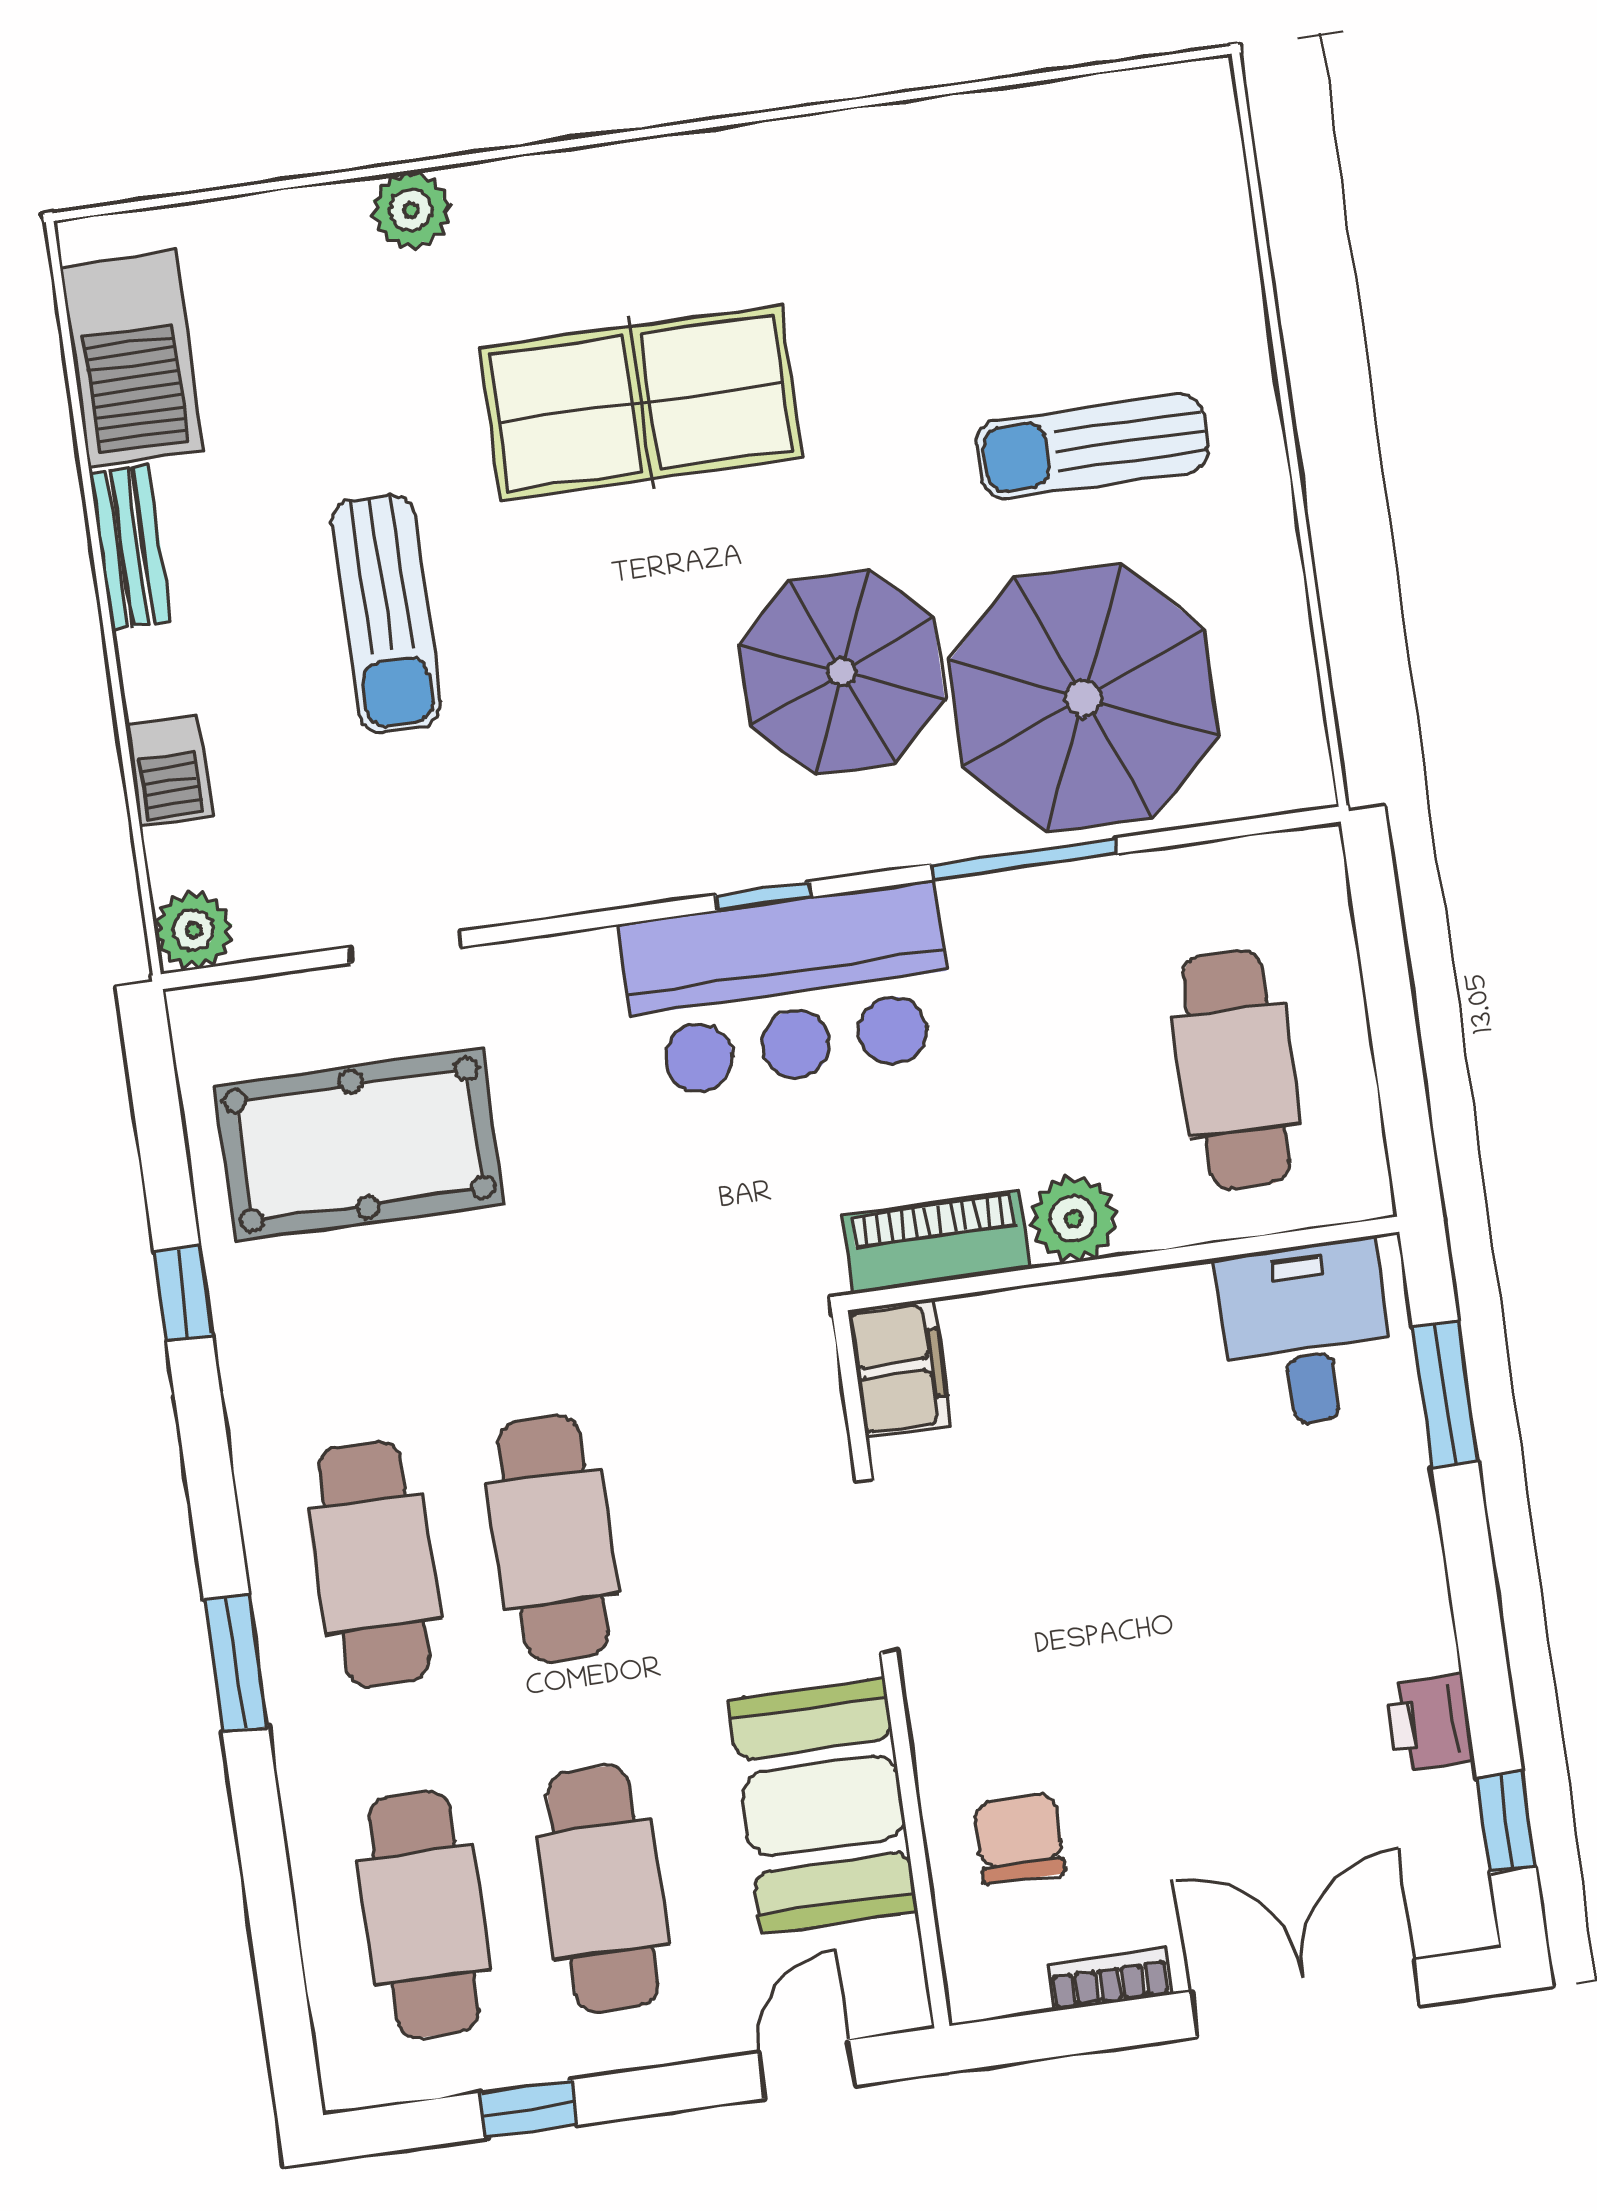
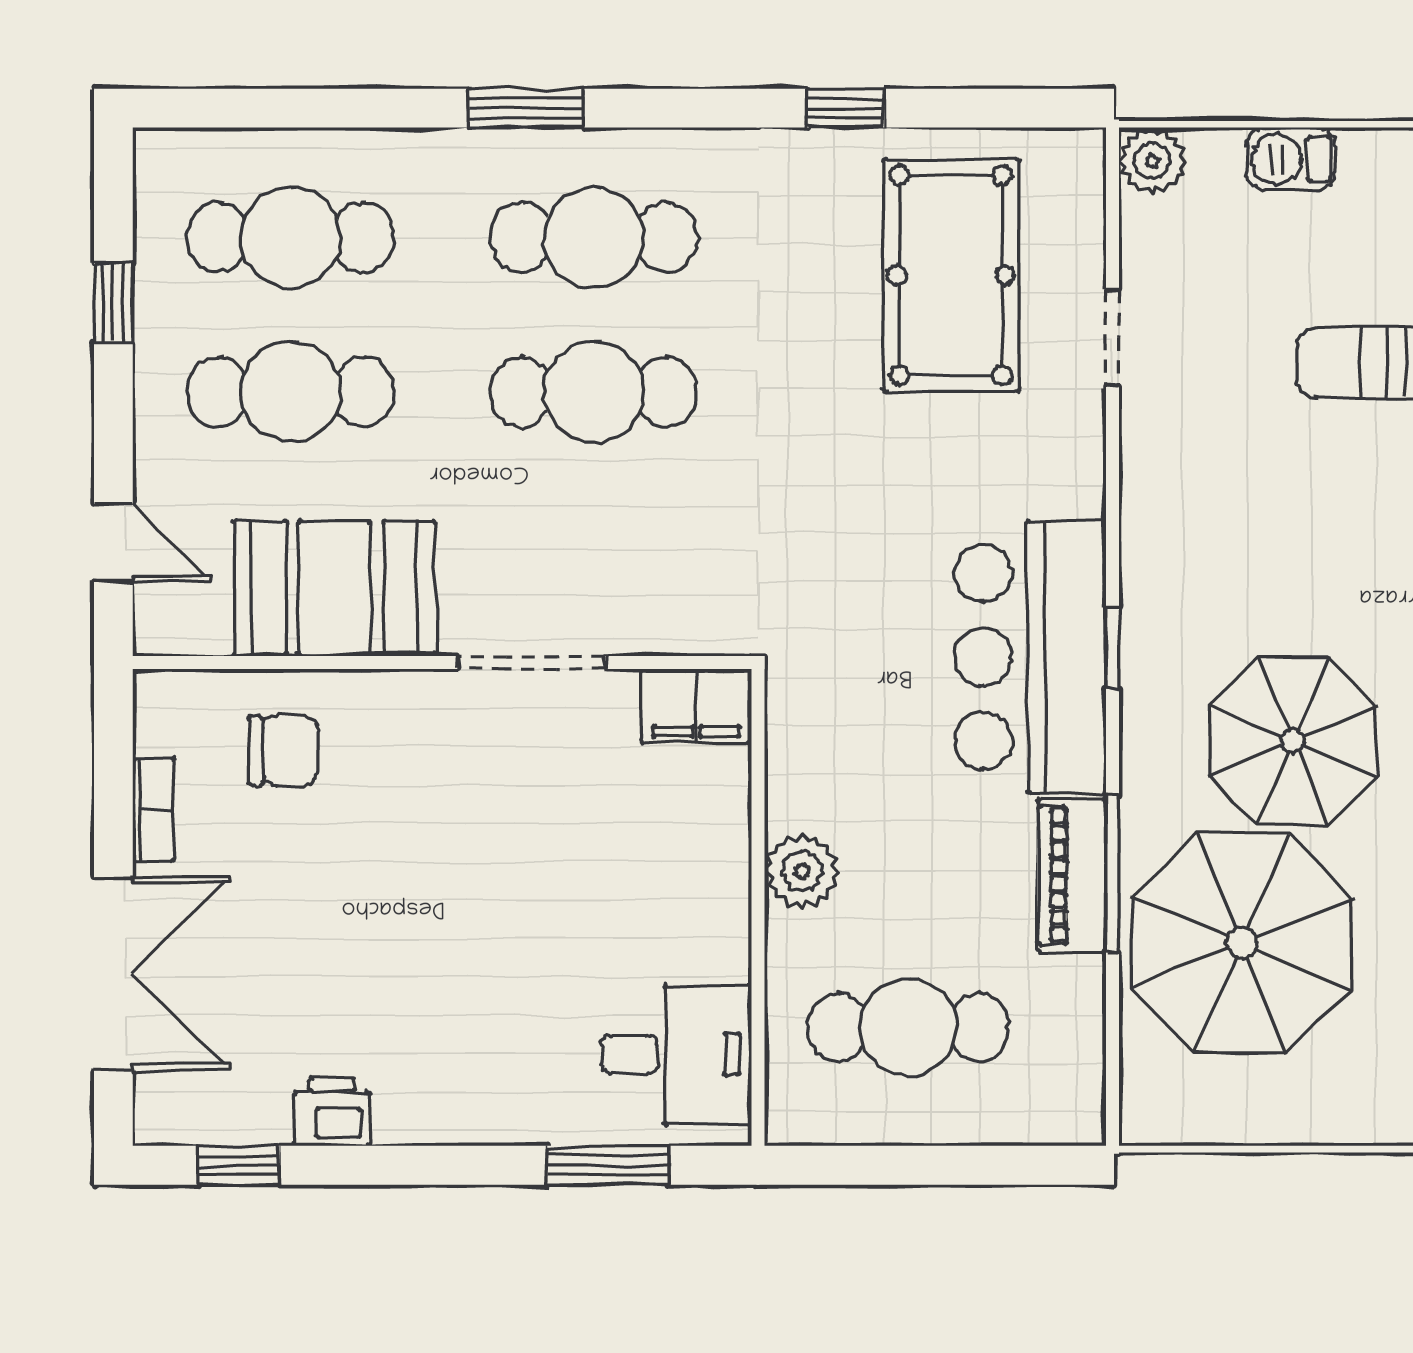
piano: (936, 1242) -> (1072, 875), moved, turned 180

